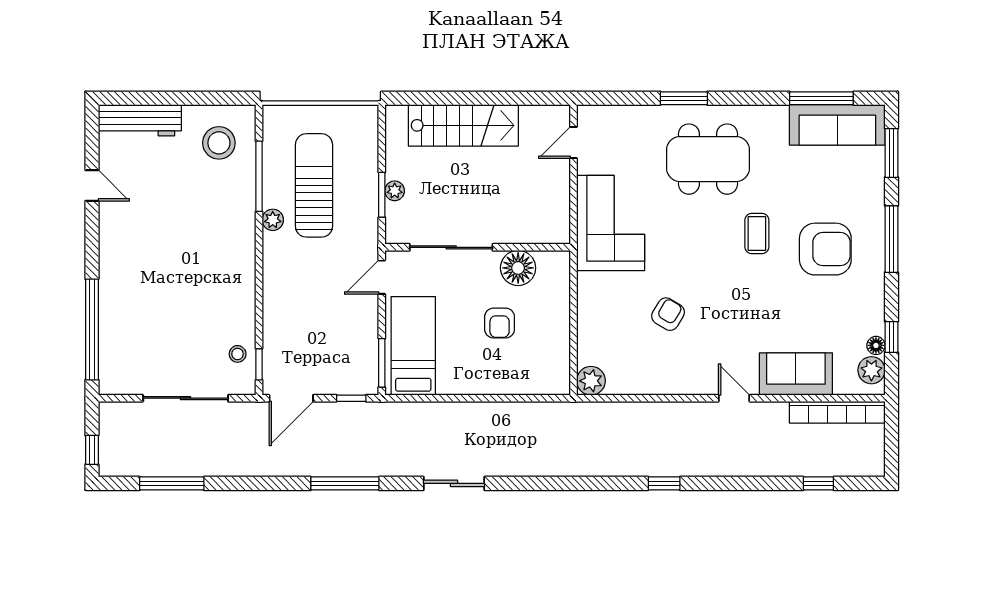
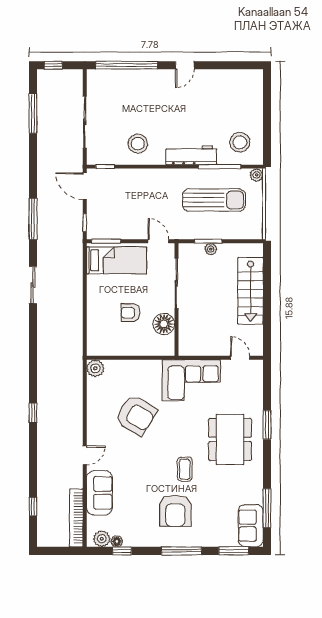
workbench: (140, 120) -> (191, 155), moved, turned 90
sofa: (837, 125) -> (251, 526), width x0.73
door: (92, 185) -> (185, 65), moved
plant: (273, 220) -> (257, 175), moved
coffee table: (757, 234) -> (185, 469), turned 90
armchair: (668, 314) -> (136, 415), width x1.88, depth x1.88
stool: (238, 354) -> (138, 144), moved, width x1.89, depth x1.89

